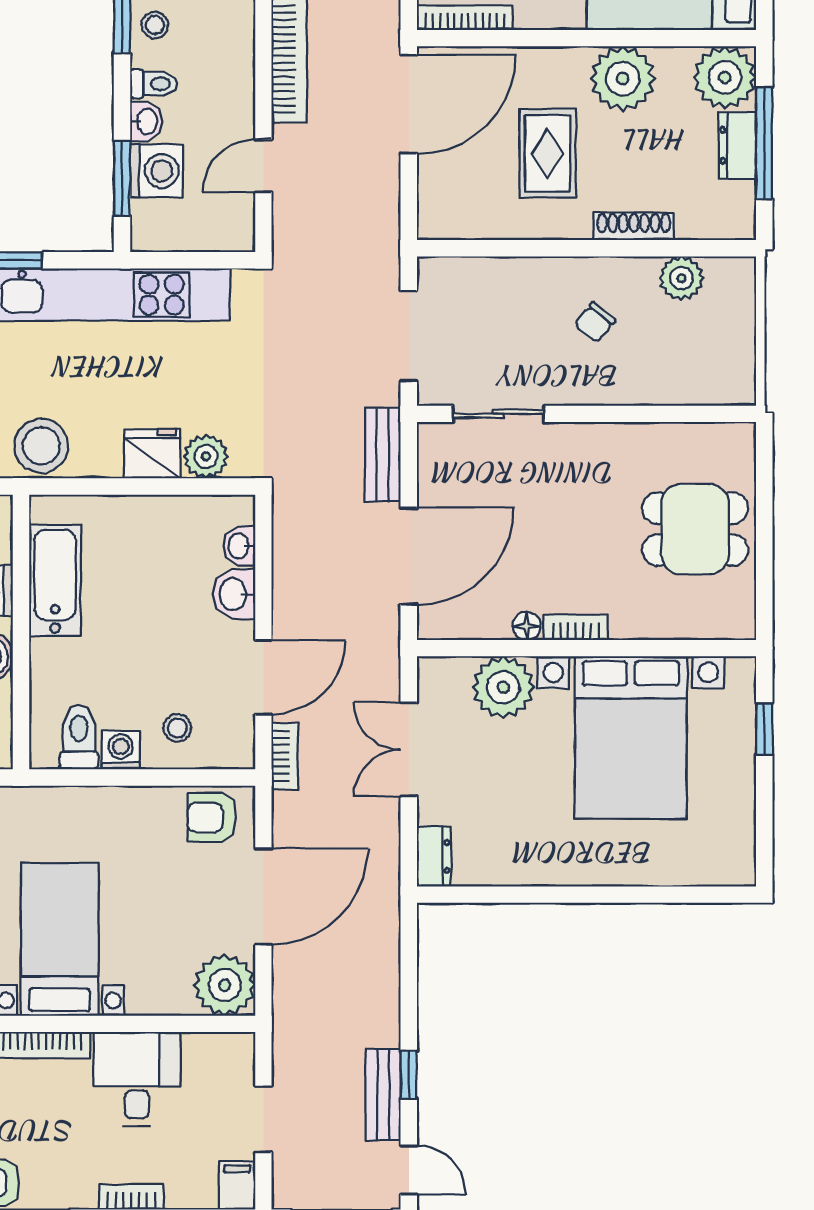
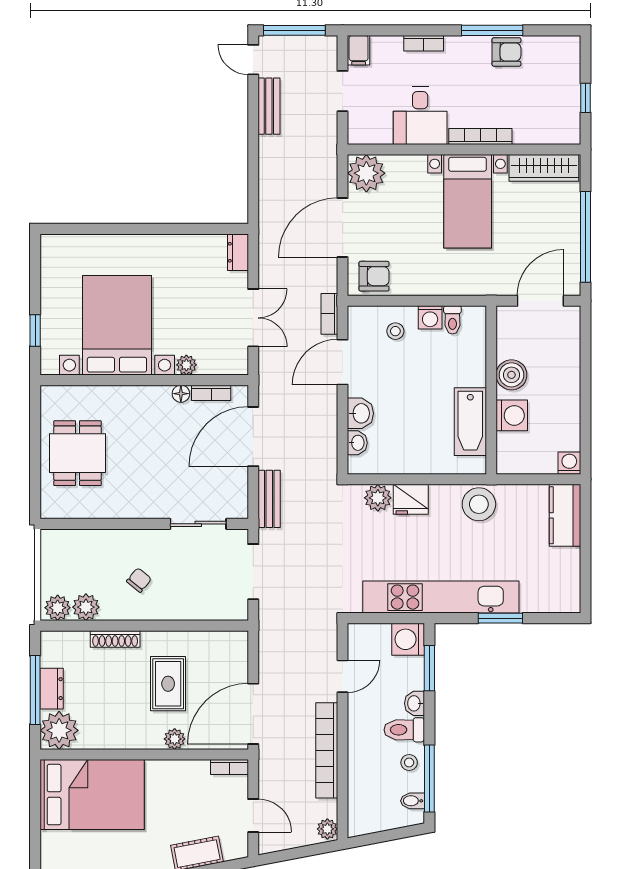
bookcase: (465, 18) -> (229, 767), width x0.64
plant: (623, 79) -> (175, 739), moved, width x0.53, depth x0.53
toilet: (154, 84) -> (404, 730), width x1.37, depth x1.39
washing machine: (156, 171) -> (408, 639), moved
plant: (728, 277) -> (58, 608), added
dining table: (695, 529) -> (78, 453), turned 90
bookcase: (576, 627) -> (211, 393), moved
plant: (503, 687) -> (186, 365), width x0.53, depth x0.53
toilet: (79, 737) -> (452, 320), width x0.73, depth x0.72
window: (409, 1075) -> (253, 118), removed

